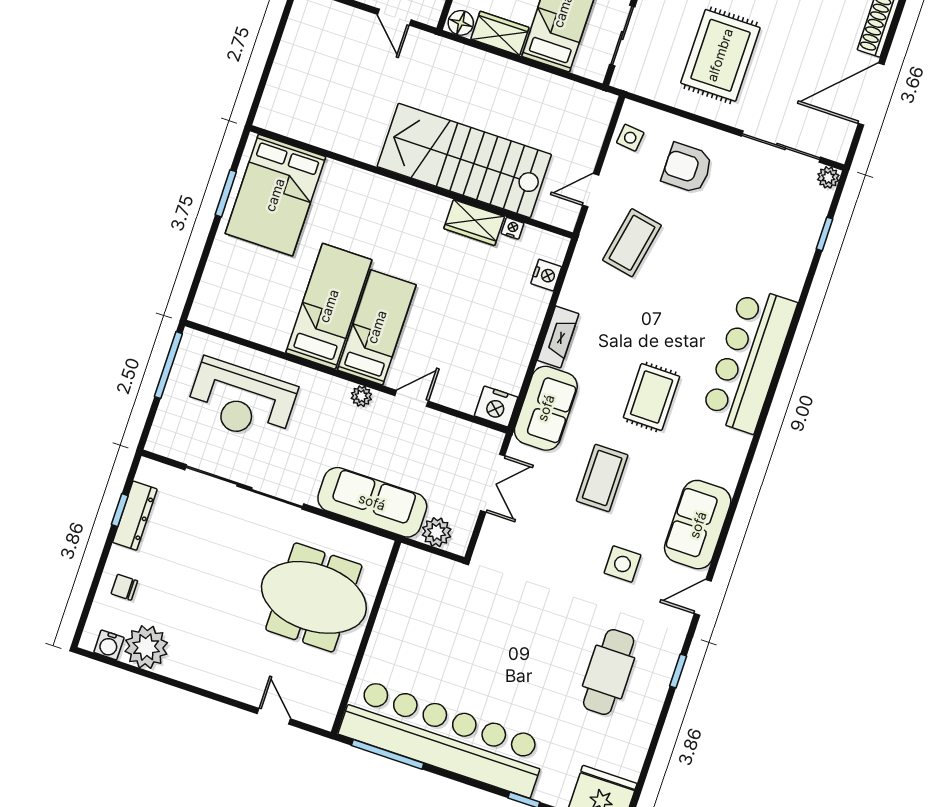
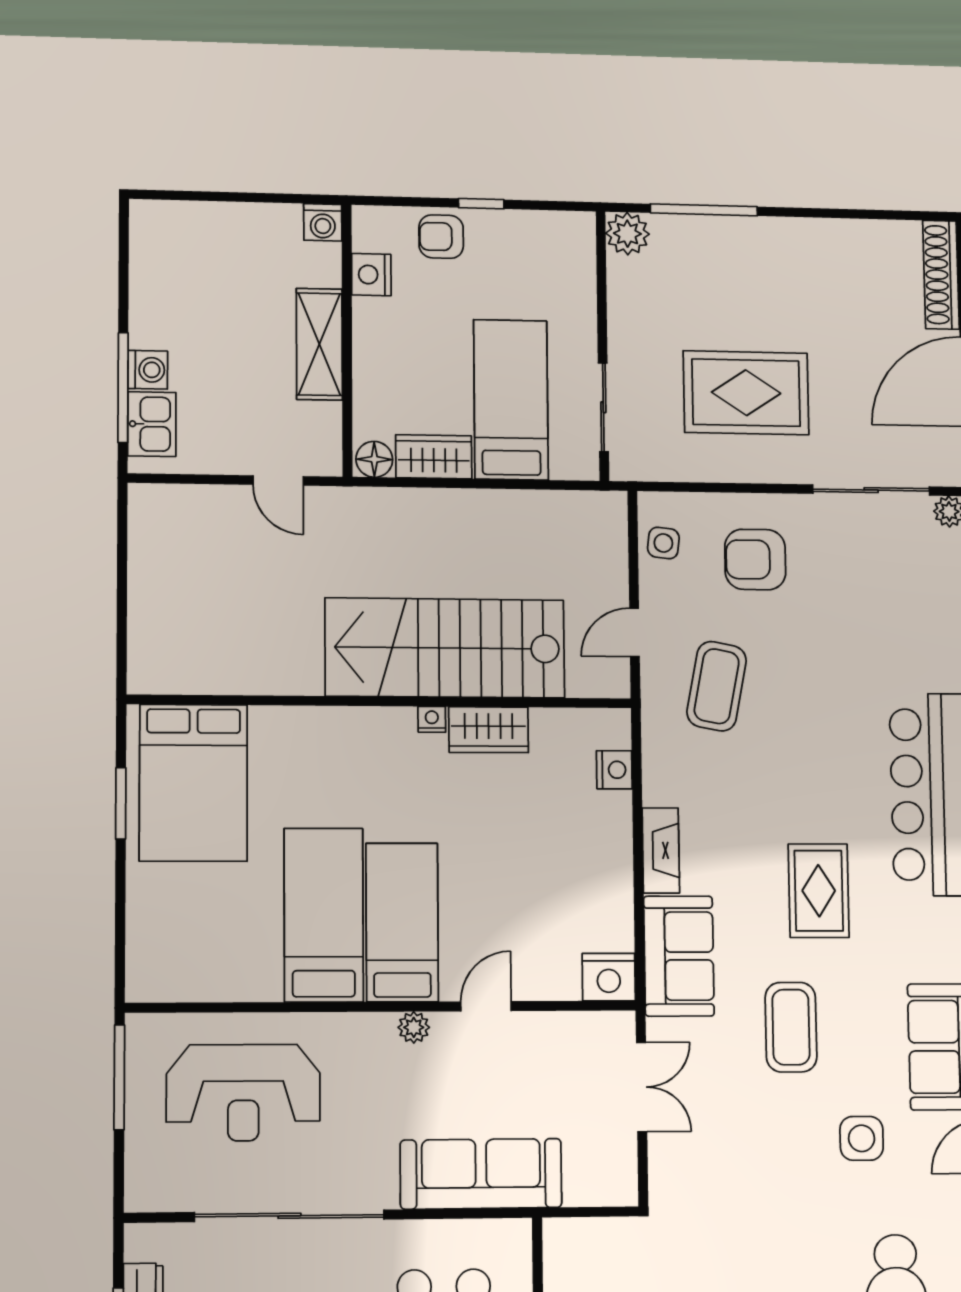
rug: (720, 55) -> (746, 393), turned 90
nightstand: (512, 228) -> (432, 719), moved
plant: (437, 532) -> (587, 1185), removed

